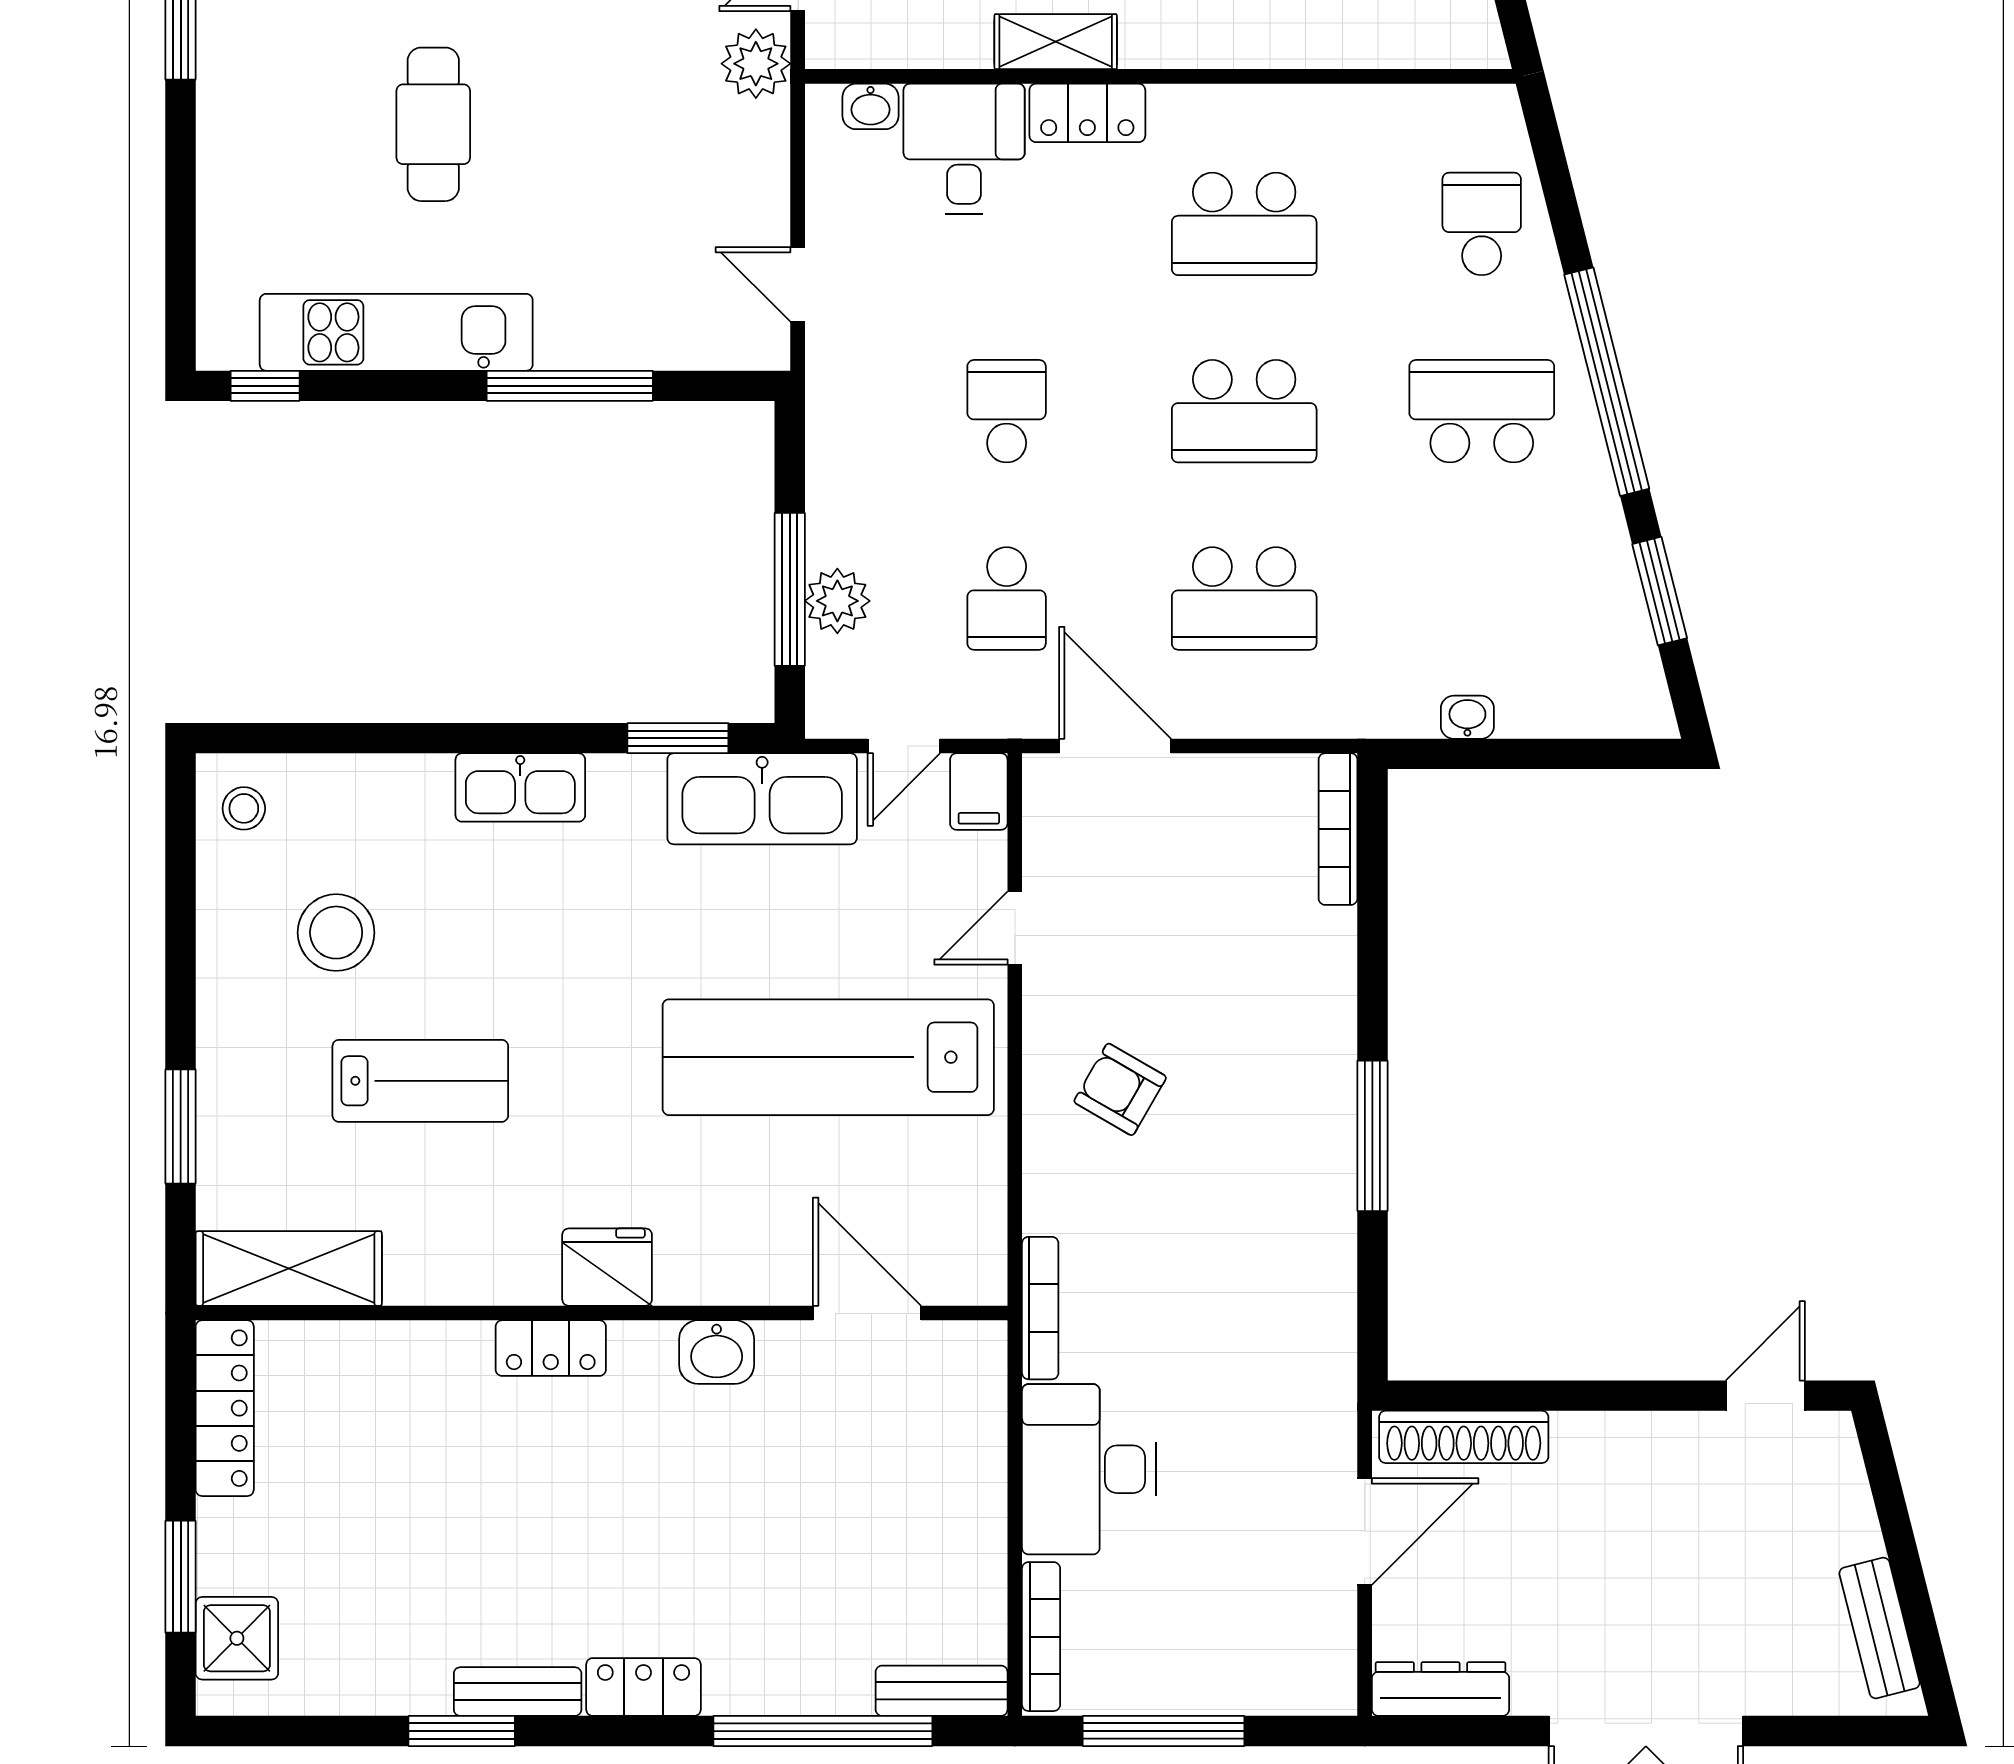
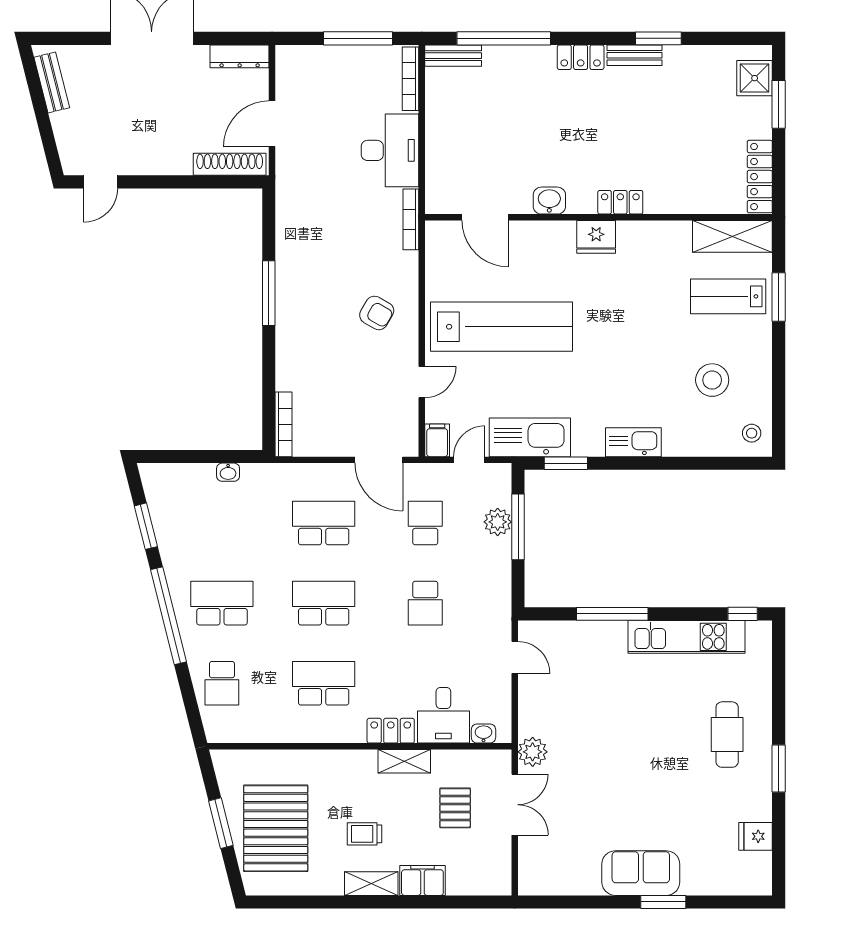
cafe table: (433, 124) -> (727, 735), moved
school desk: (1482, 411) -> (222, 603), turned 180
lab bench: (420, 1081) -> (728, 296), moved

